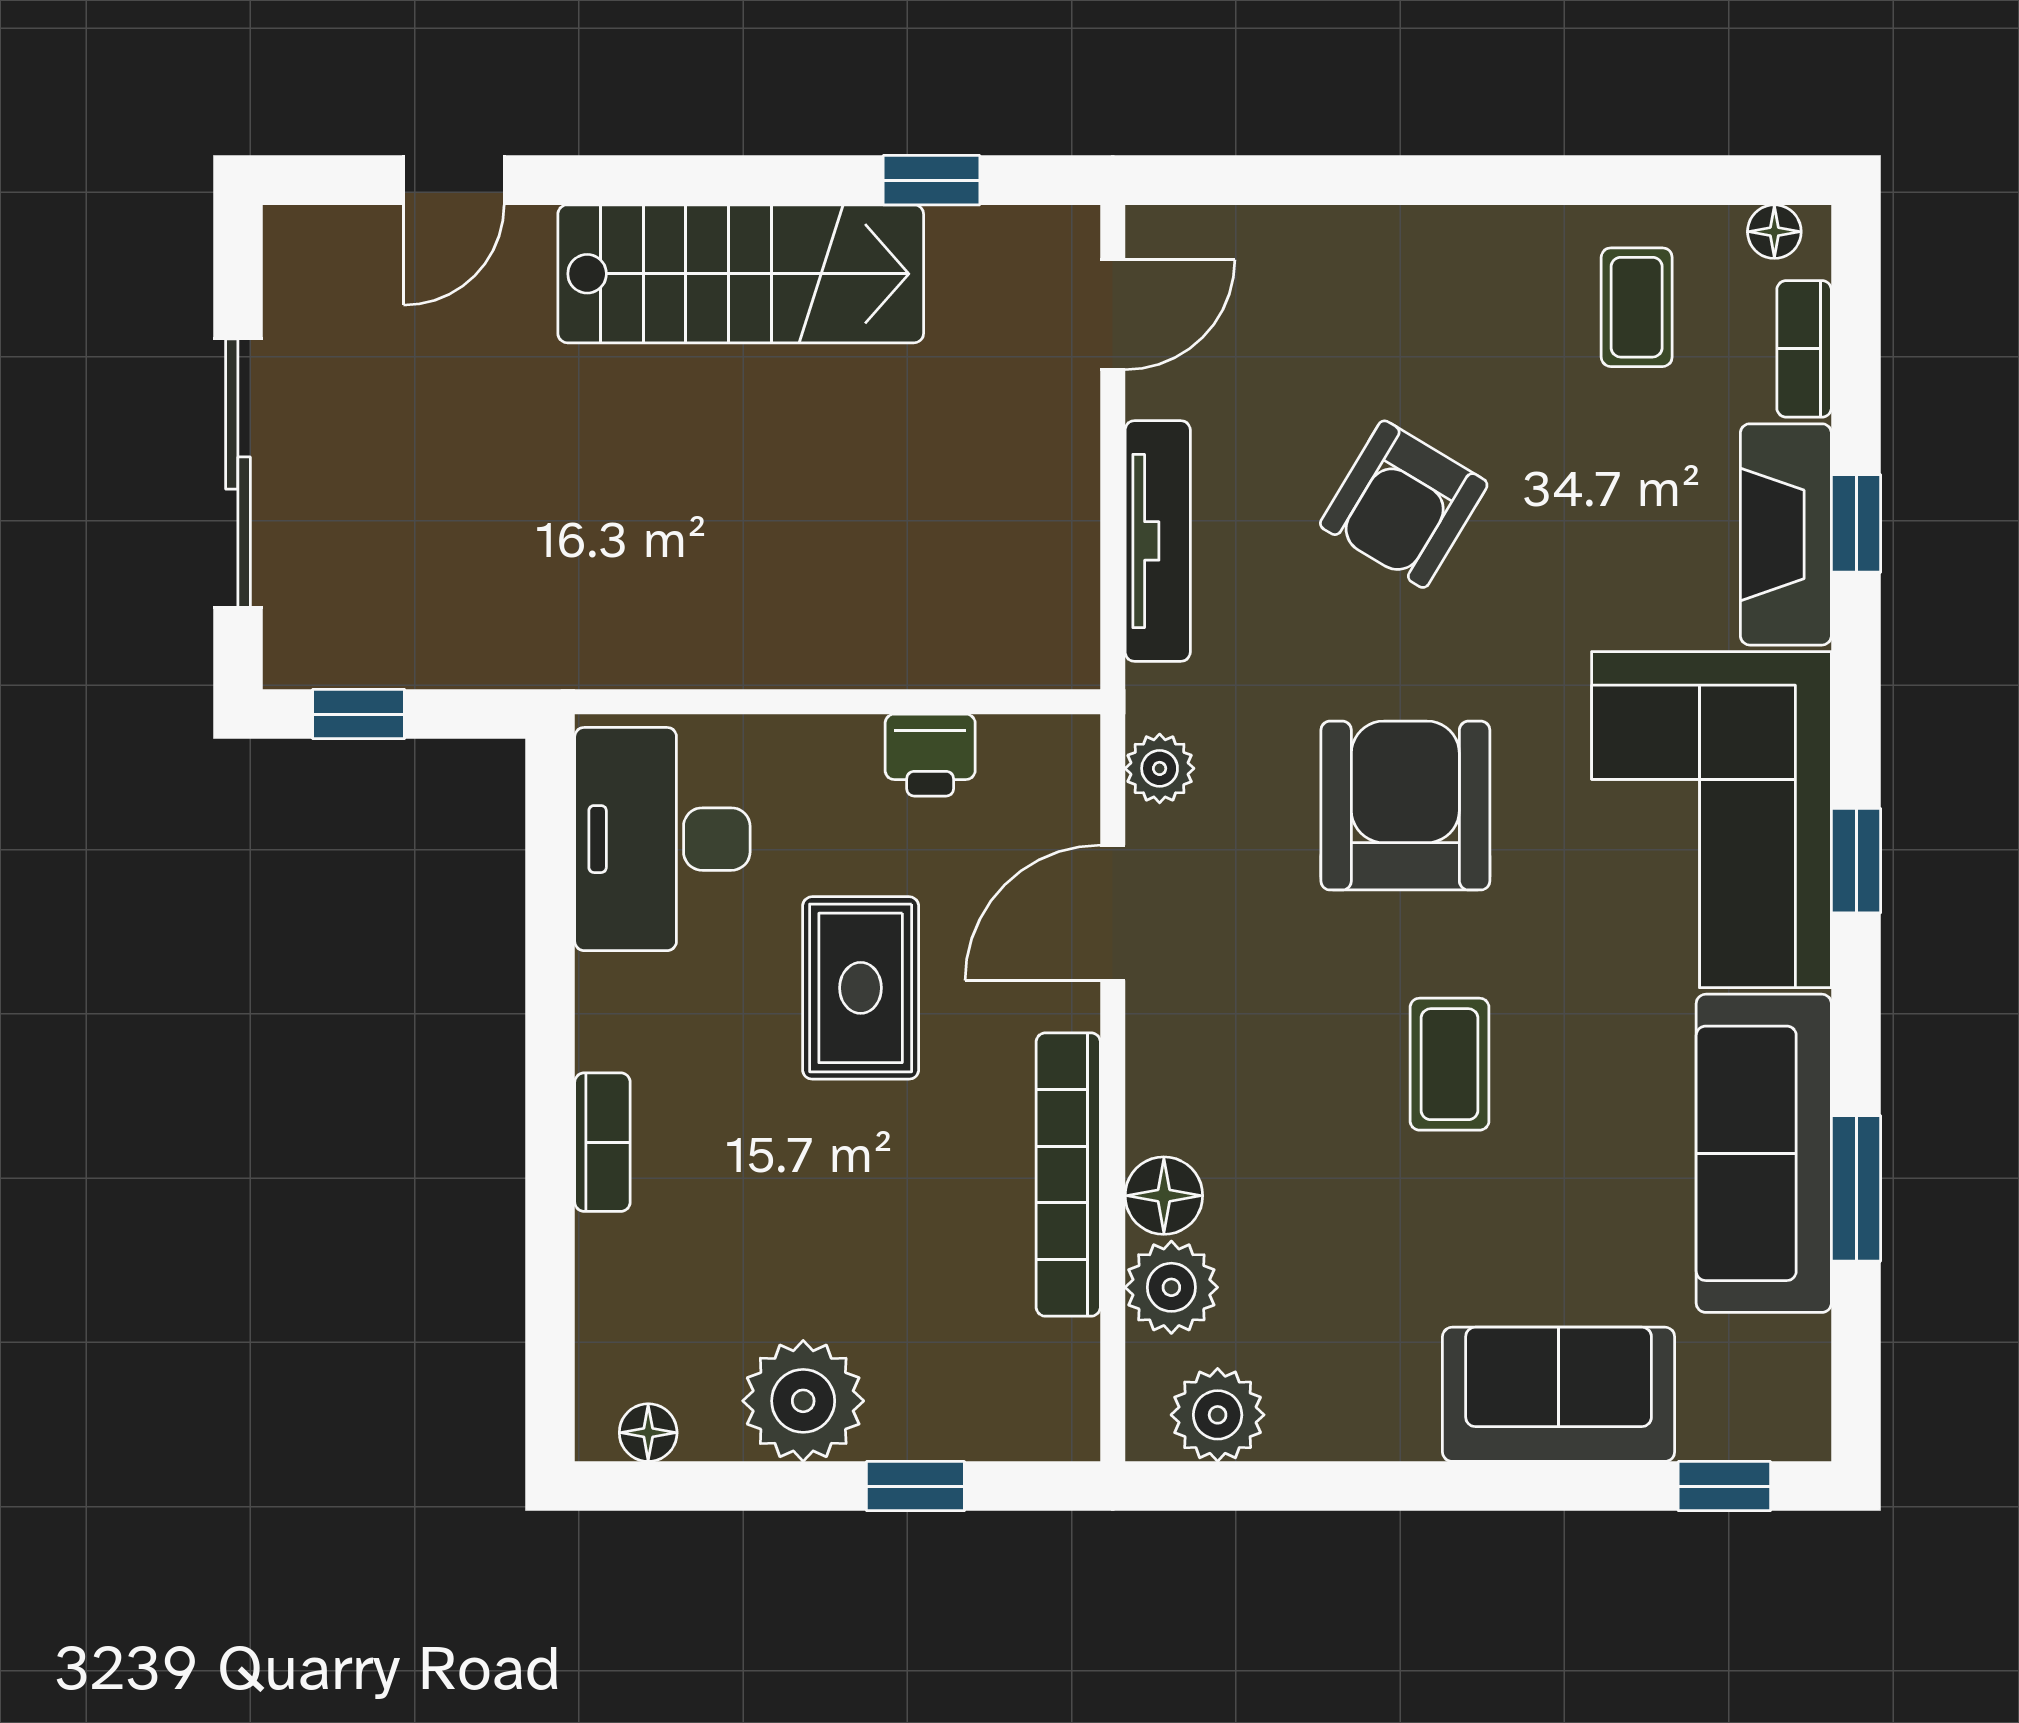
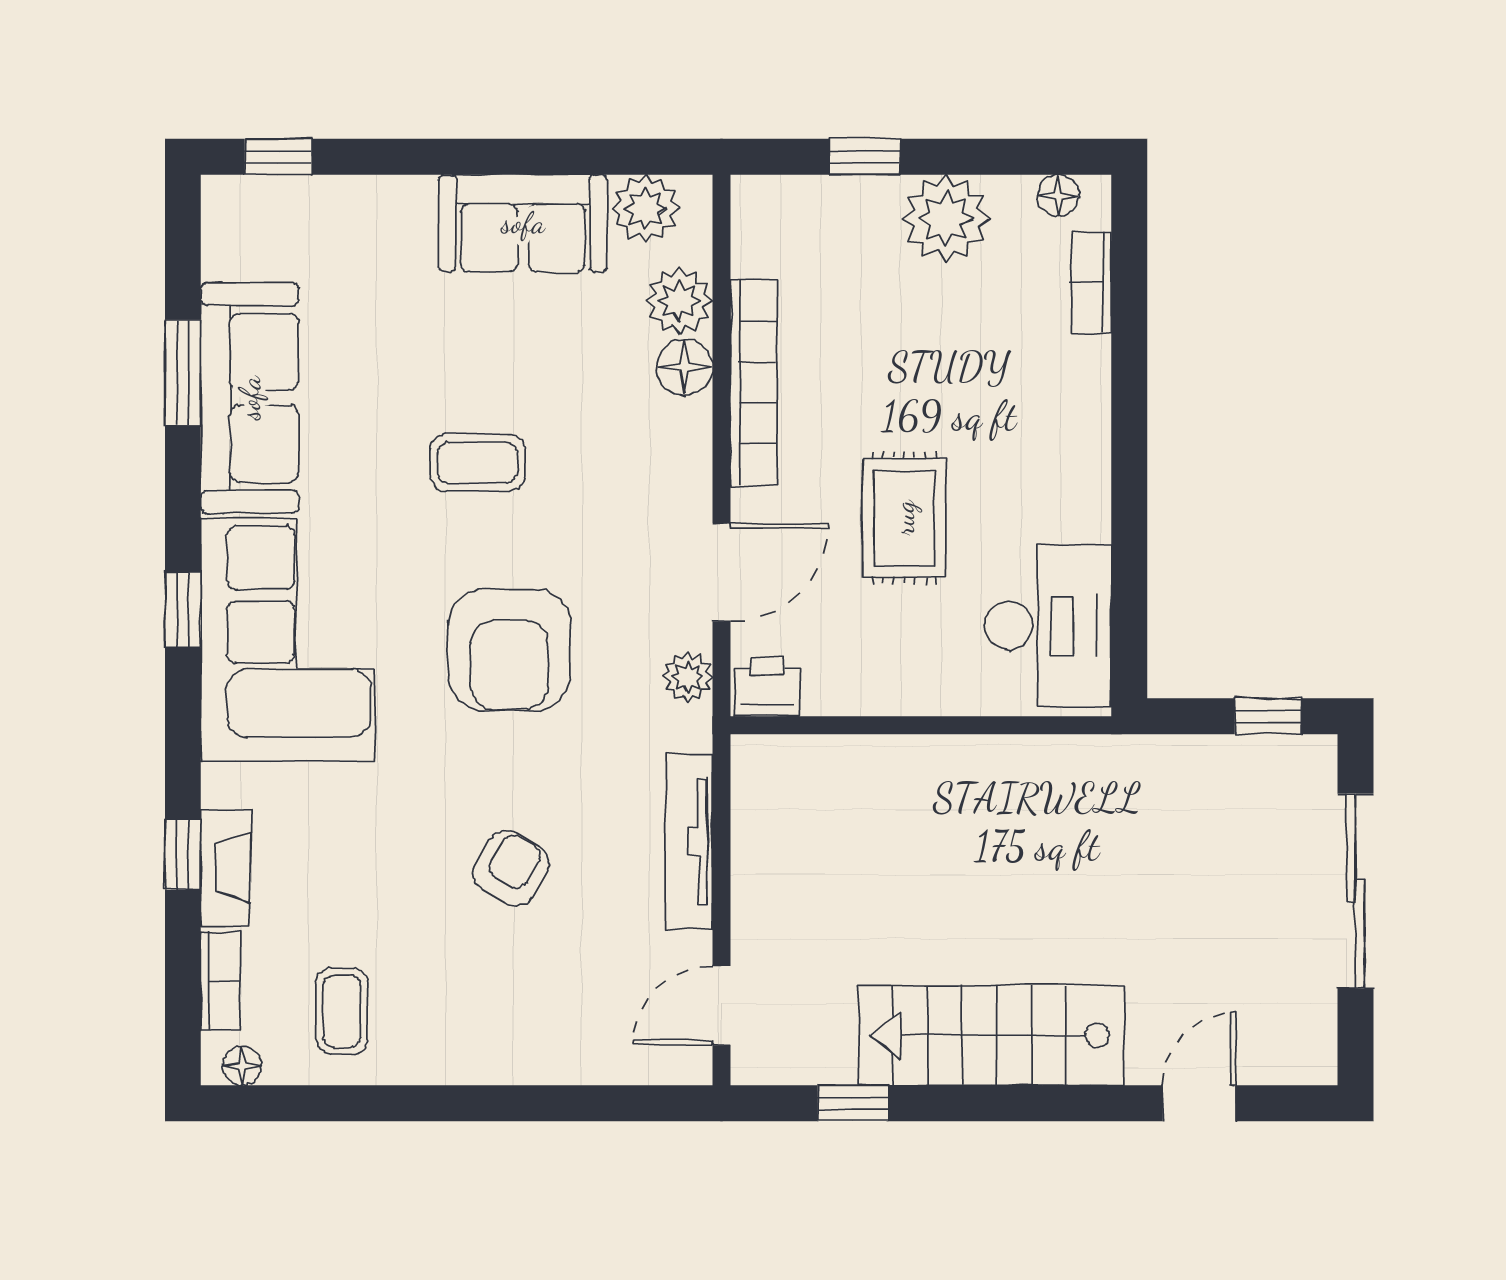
armchair: (1404, 504) -> (511, 868), width x0.72, depth x0.72
fireplace: (1786, 534) -> (226, 868), width x0.73, depth x0.76
printer: (930, 755) -> (767, 687), moved
coffee table: (1450, 1064) -> (477, 463), turned 90
bookcase: (602, 1142) -> (1091, 283), moved
sofa: (1559, 1394) -> (523, 223), moved

